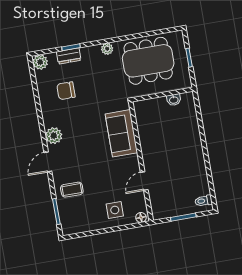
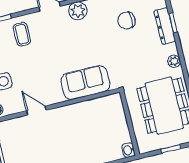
dresser: (69, 56) -> (165, 26), width x1.44
chair: (66, 91) -> (127, 21), turned -90
washbasin: (174, 100) -> (128, 150), moved

